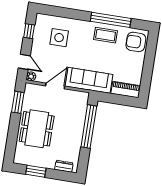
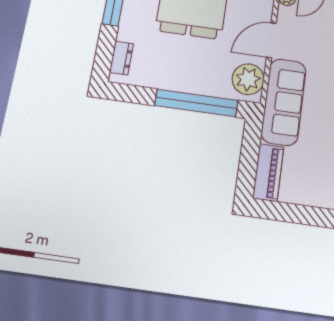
door: (55, 86) -> (271, 40), swing flipped
plant: (76, 99) -> (248, 79), added

